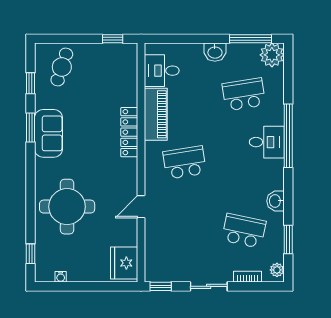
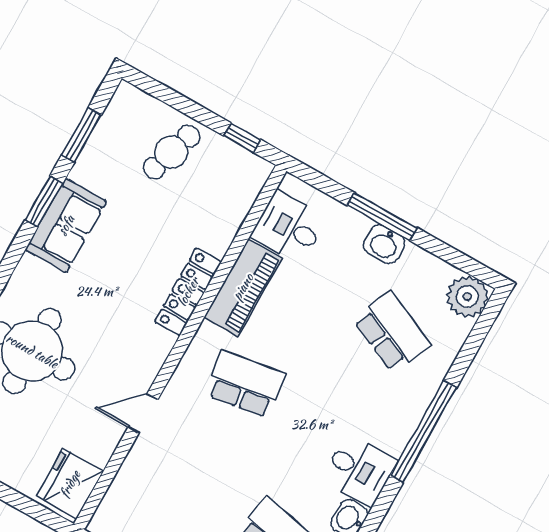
window: (251, 39) -> (382, 217), moved
cafe table: (62, 67) -> (171, 152), moved
window: (30, 83) -> (81, 135), width x1.50
school desk: (244, 94) -> (392, 332), turned 33
desk: (267, 142) -> (359, 470), moved

